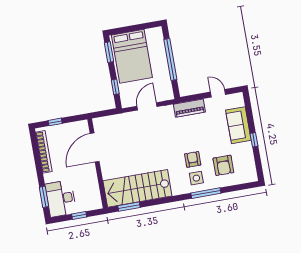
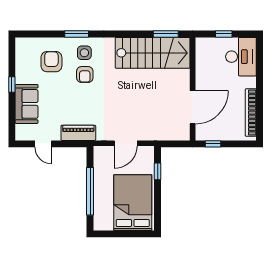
window: (109, 52) -> (158, 212), removed
window: (55, 122) -> (213, 144), moved
window: (206, 193) -> (77, 34), width x0.69
window: (44, 197) -> (260, 62), removed

